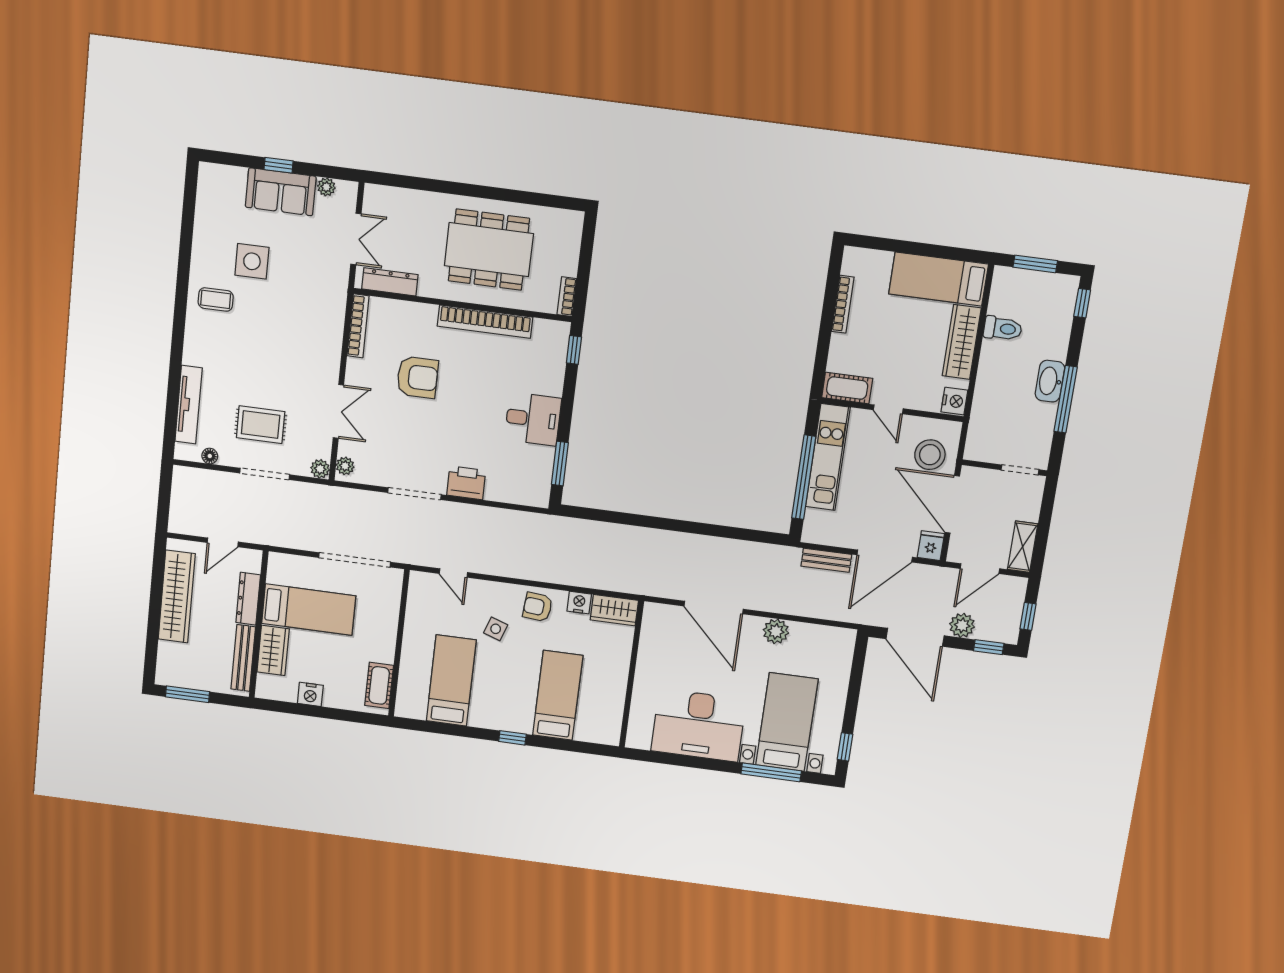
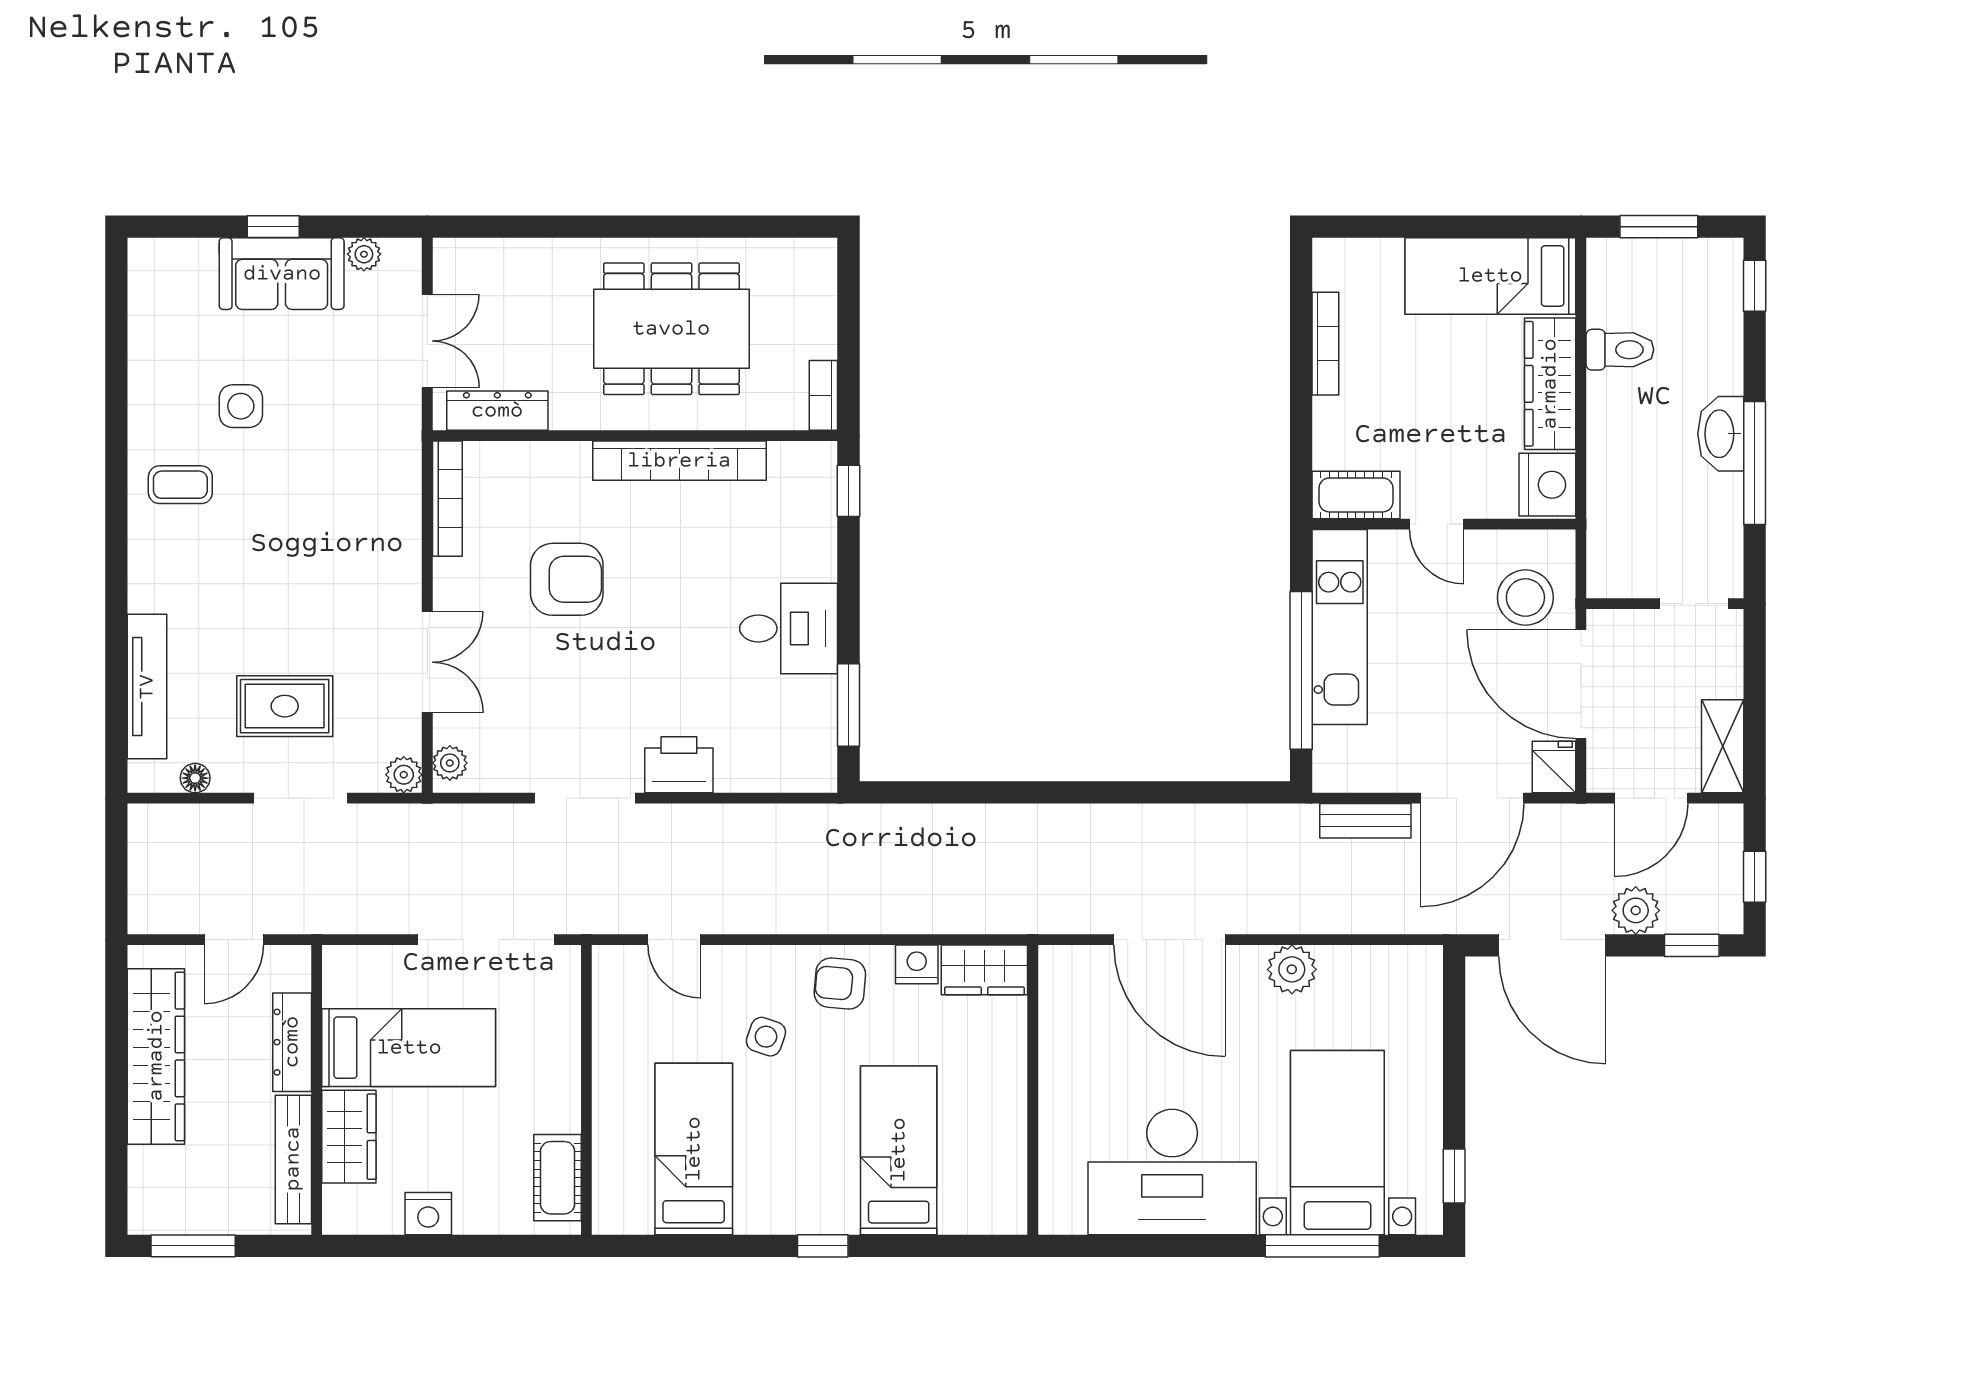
side table: (252, 261) -> (241, 406), width x0.73, depth x0.73
nightstand: (954, 401) -> (1547, 485), width x1.36, depth x1.33

